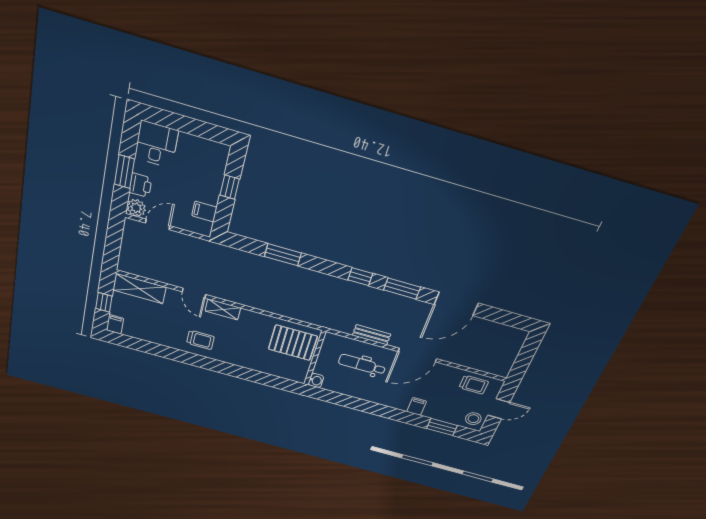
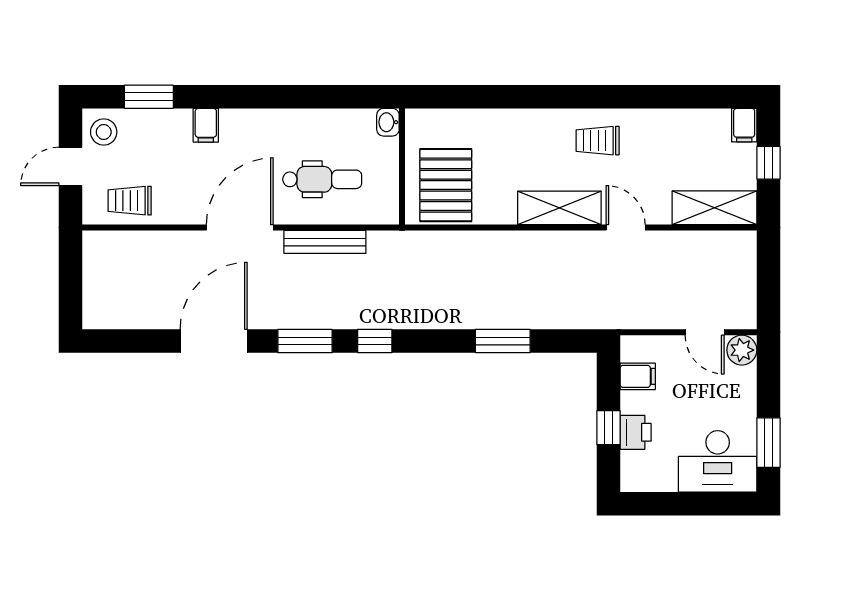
desk: (156, 144) -> (718, 461), width x1.37
window: (124, 172) -> (768, 443), moved
printer: (140, 185) -> (636, 432), moved, turned 180
door: (158, 224) -> (705, 332), hinge flipped
shelving: (223, 309) -> (559, 208), width x1.50, depth x1.33
bench: (372, 335) -> (325, 242), width x1.36
pallet: (293, 343) -> (446, 185), turned 90

